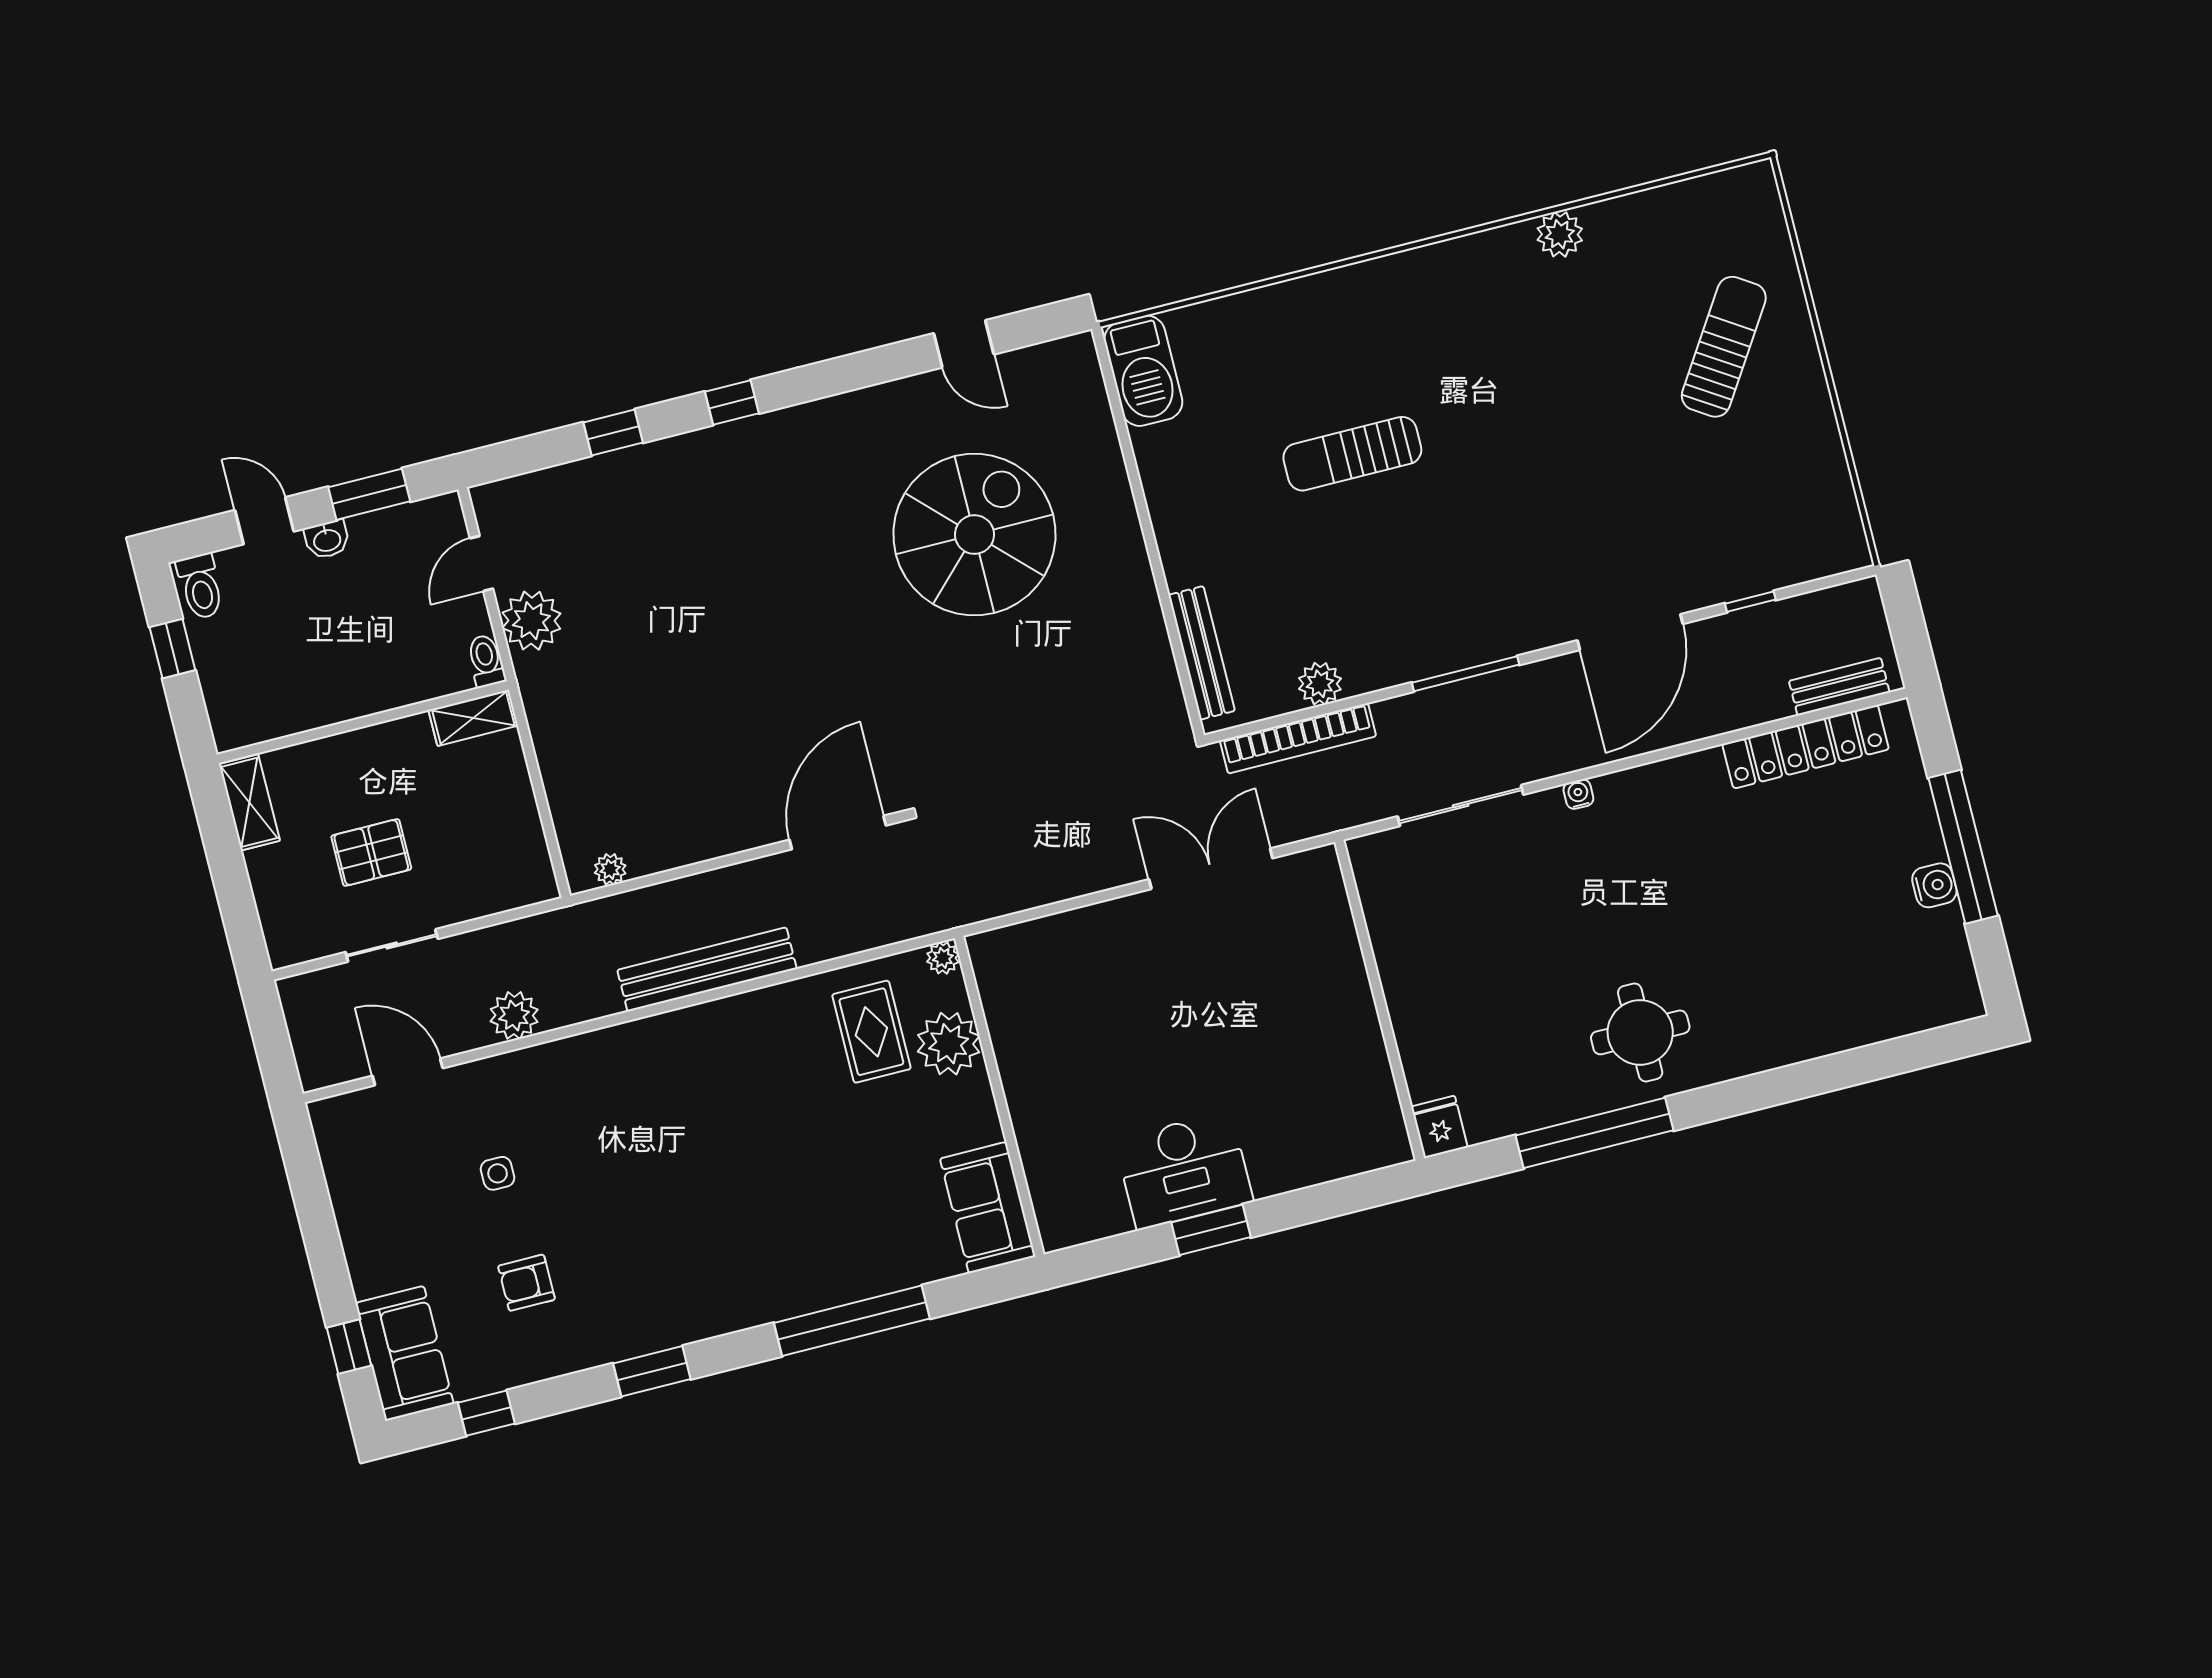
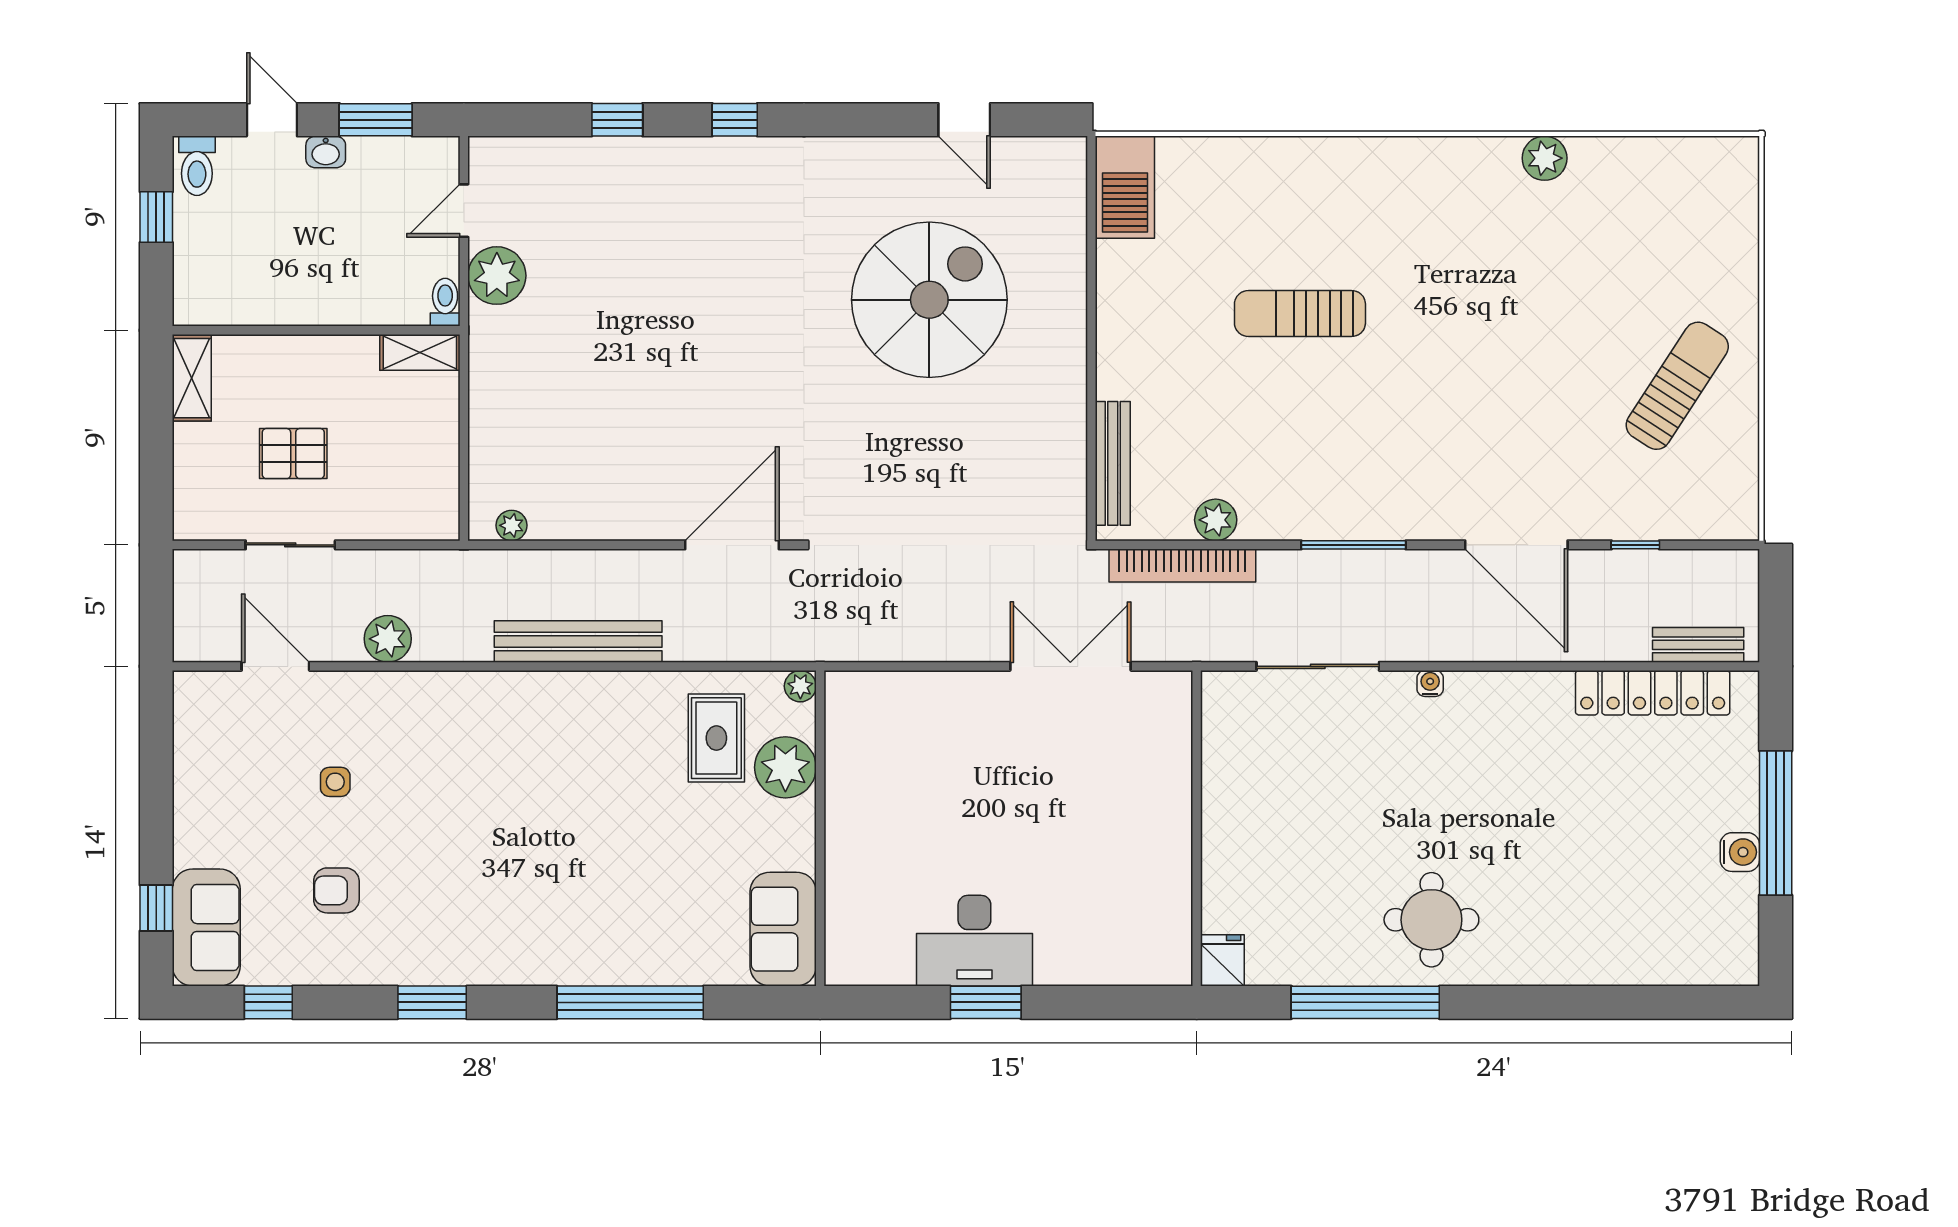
sun lounger: (1724, 347) -> (1677, 386), moved
door: (1630, 632) -> (1516, 545), hinge flipped

